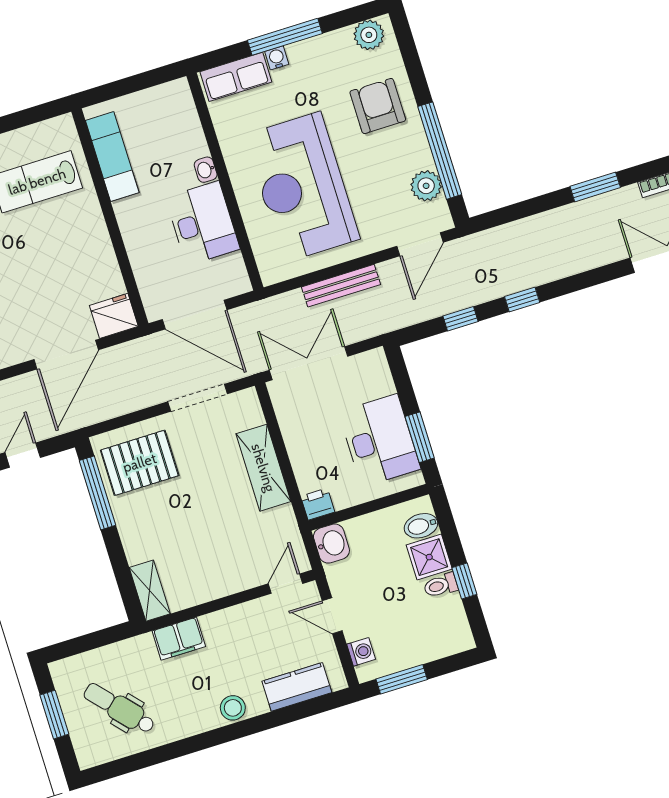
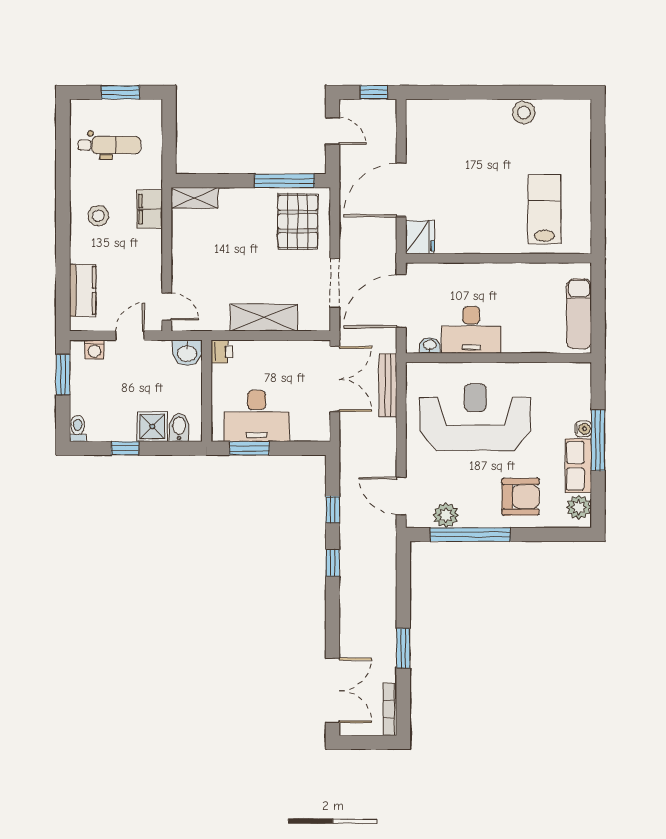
row of seats: (236, 77) -> (578, 466), moved
exam couch: (112, 156) -> (579, 314), moved, turned 90
washbasin: (206, 170) -> (430, 345), moved
bench: (341, 286) -> (388, 385), moved
door: (66, 355) -> (401, 190), hinge flipped
toilet: (441, 585) -> (78, 428), moved
dental chair: (119, 708) -> (109, 145), turned 42
stool: (233, 708) -> (98, 216), moved

